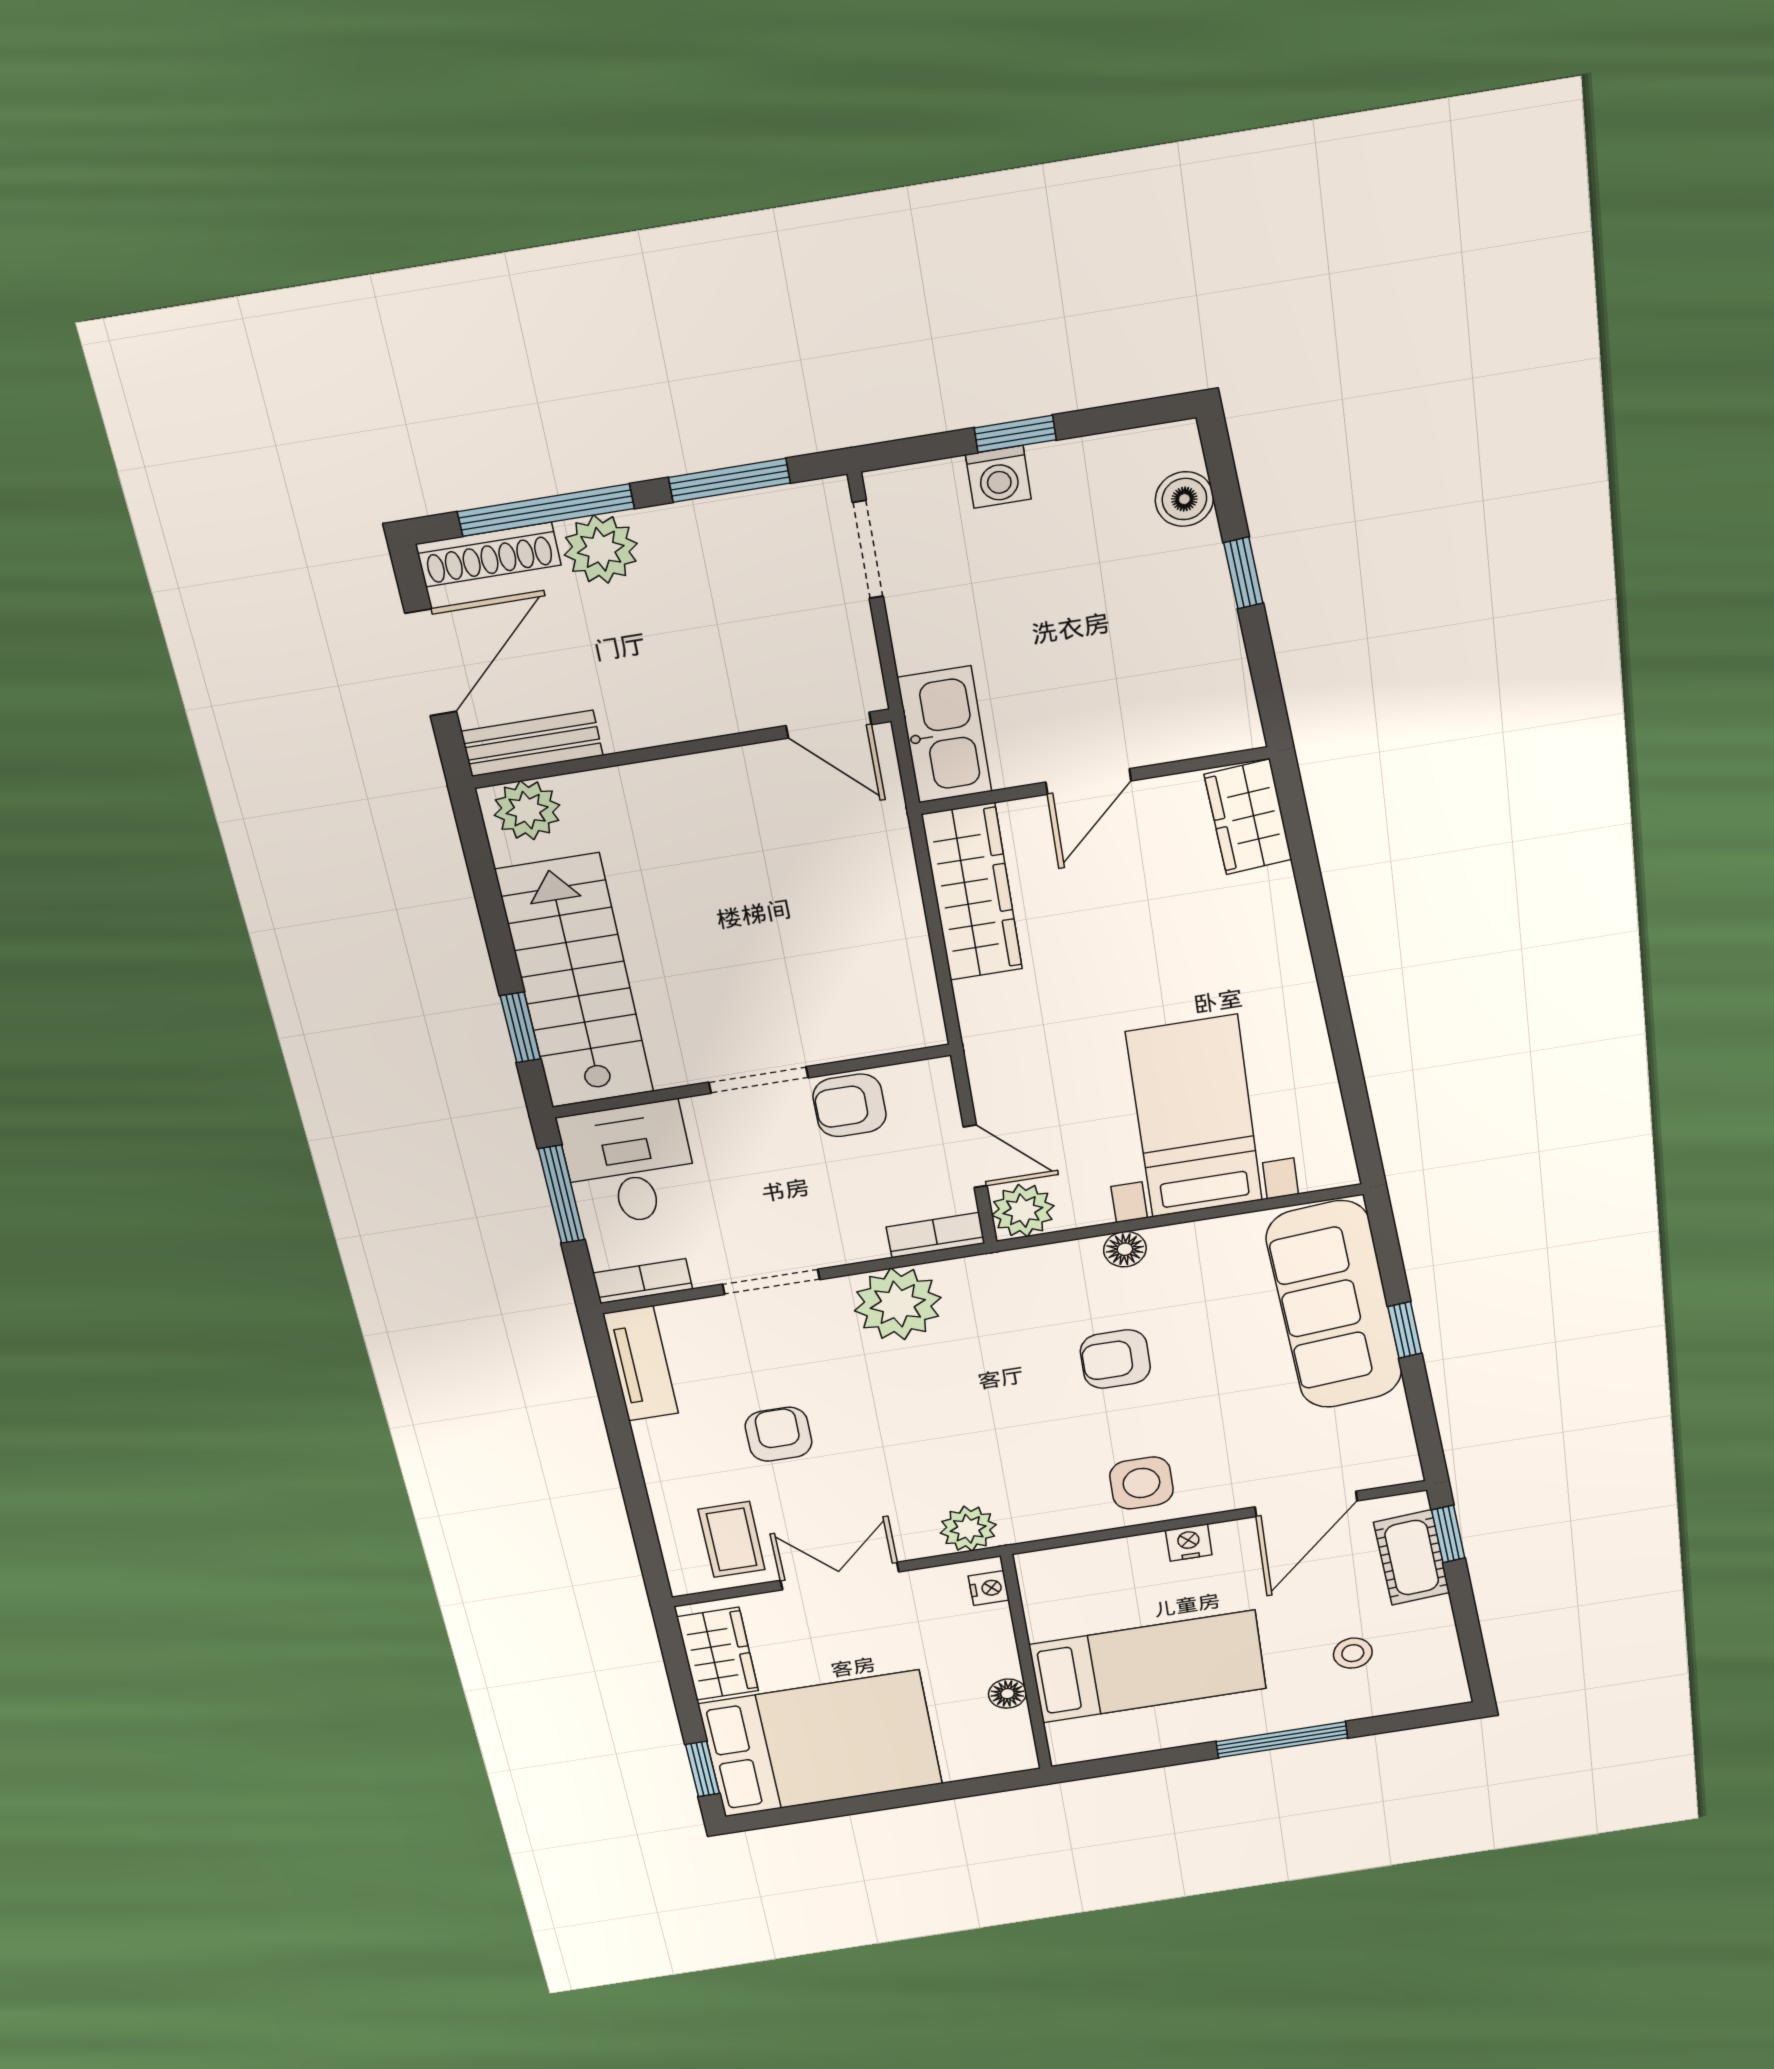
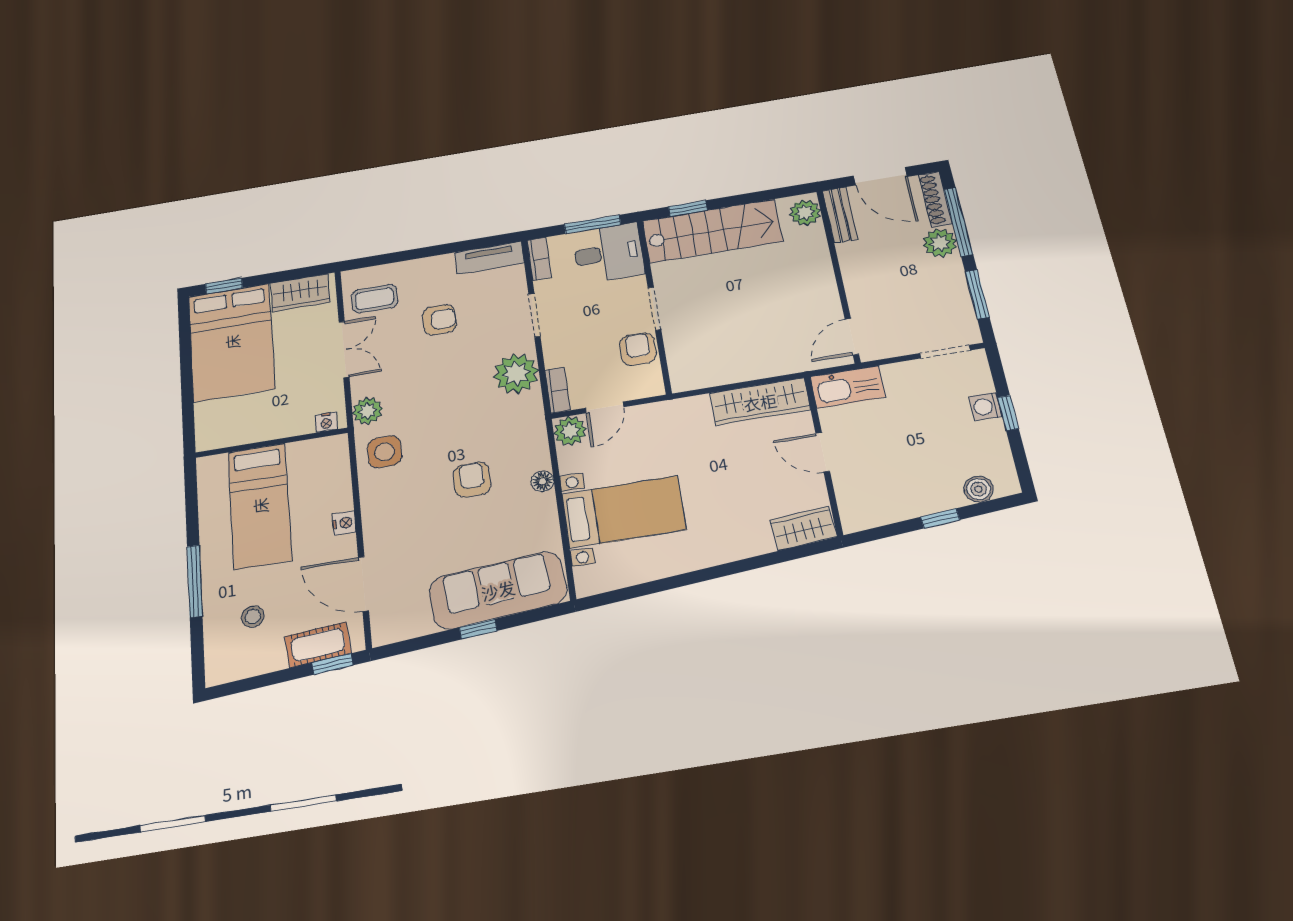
side table: (1141, 1483) -> (385, 452), moved
floor lamp: (1007, 1694) -> (252, 434), removed

